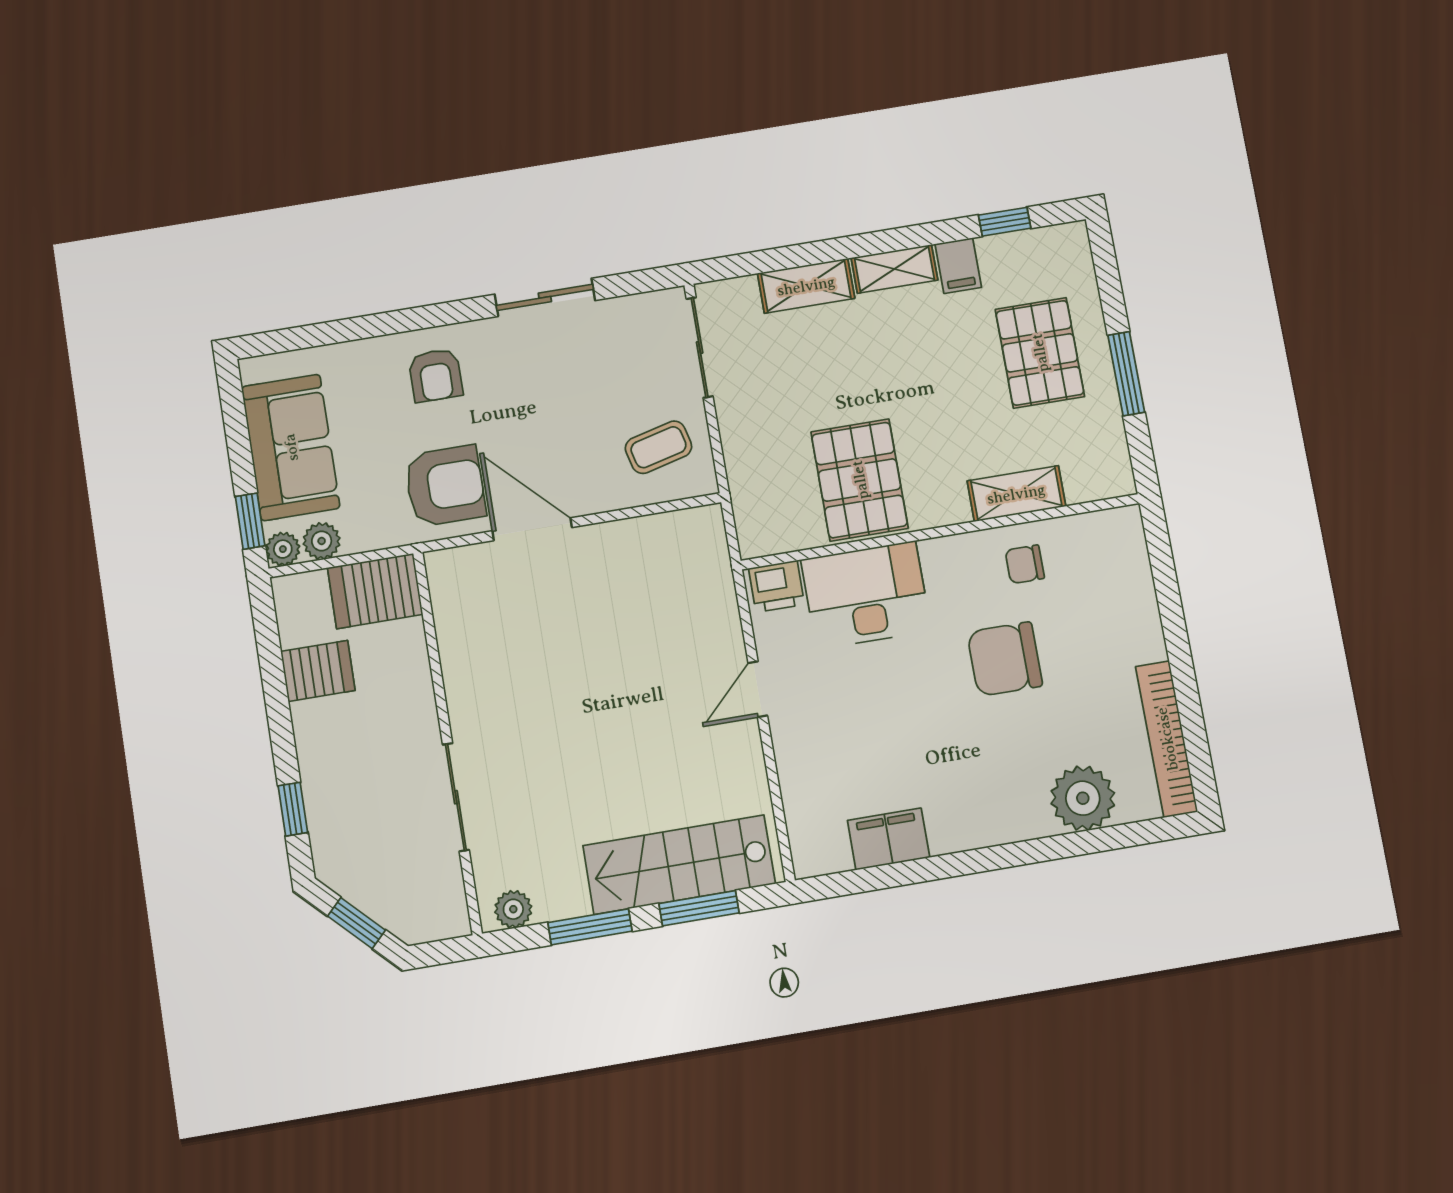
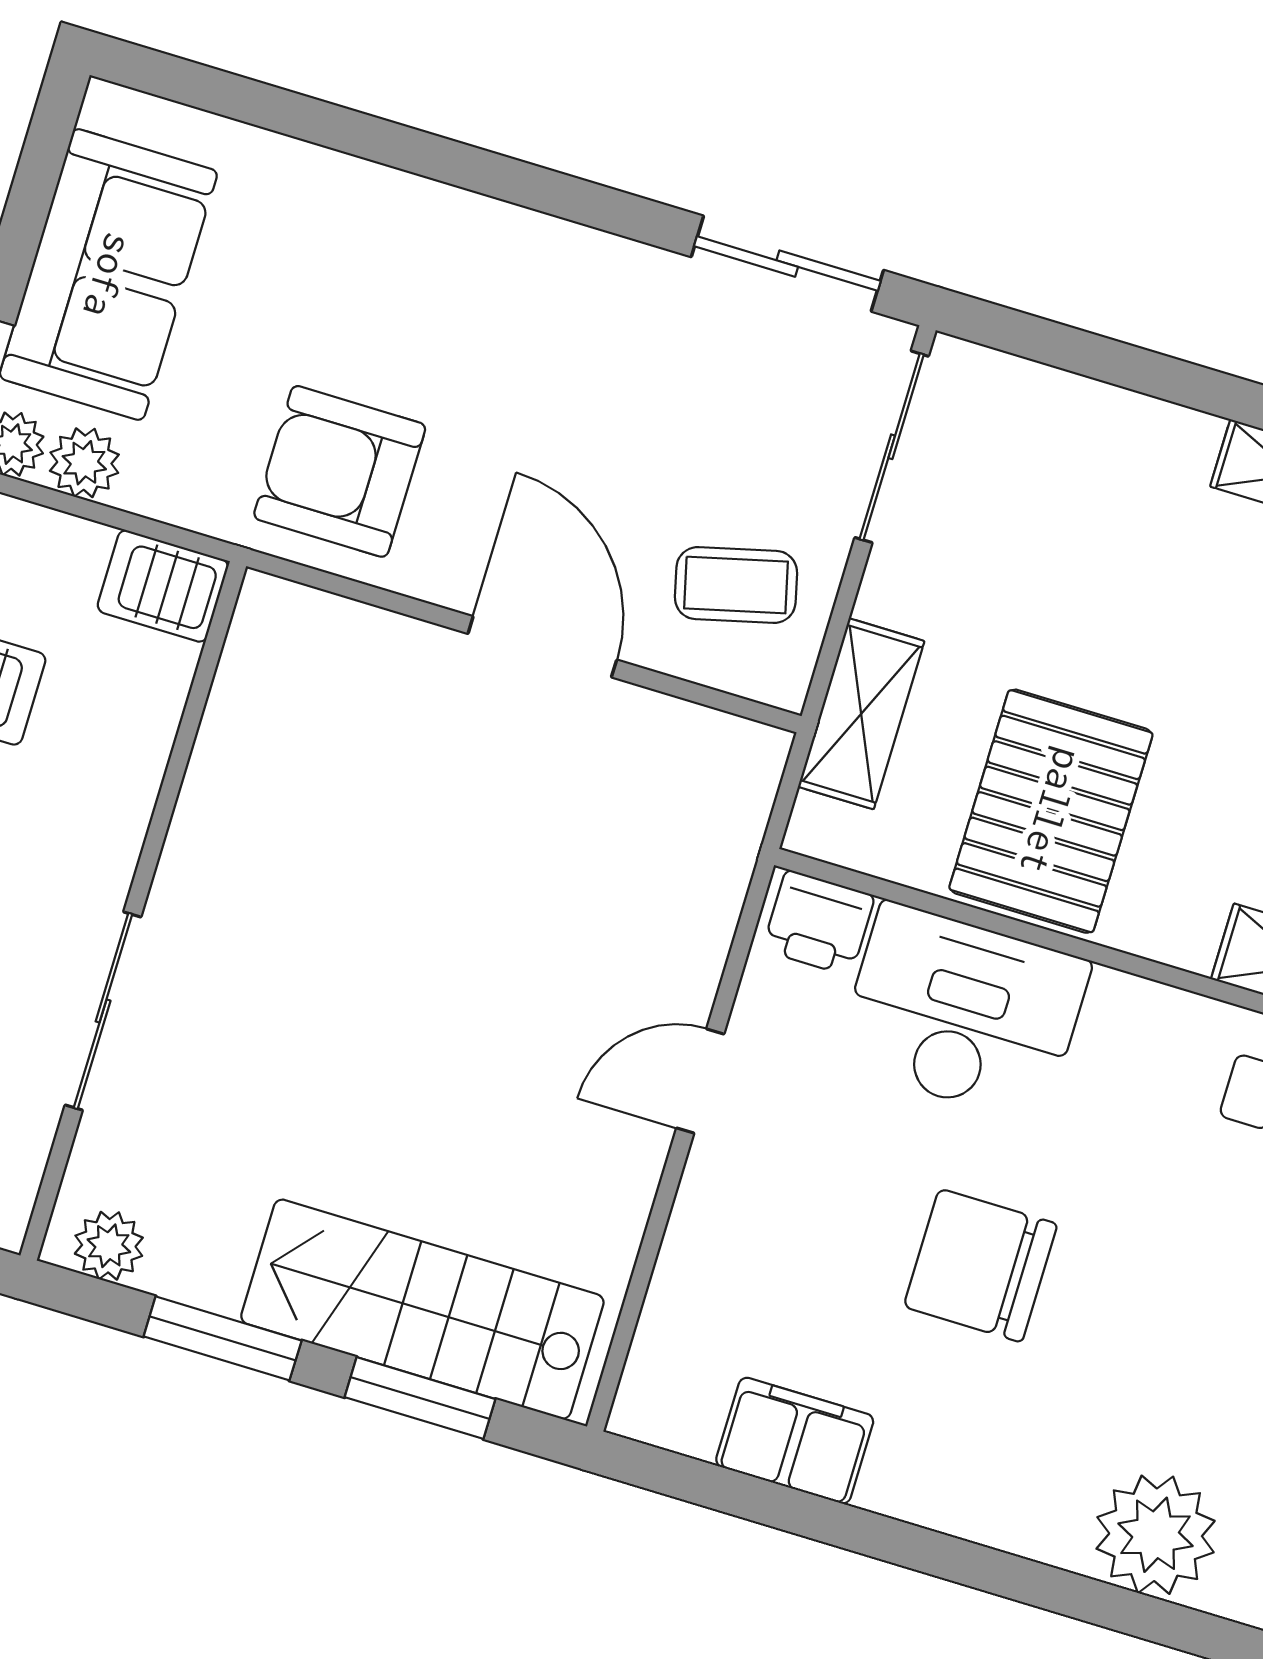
shelving: (806, 286) -> (861, 714), moved, turned 90
sliding door: (545, 297) -> (787, 264), moved
armchair: (436, 375) -> (416, 271), removed
armchair: (445, 486) -> (340, 471), turned 180
door: (532, 529) -> (542, 647), moved
server rack: (375, 591) -> (163, 586), width x0.73, depth x0.70
chair: (1005, 659) -> (980, 1265), moved

